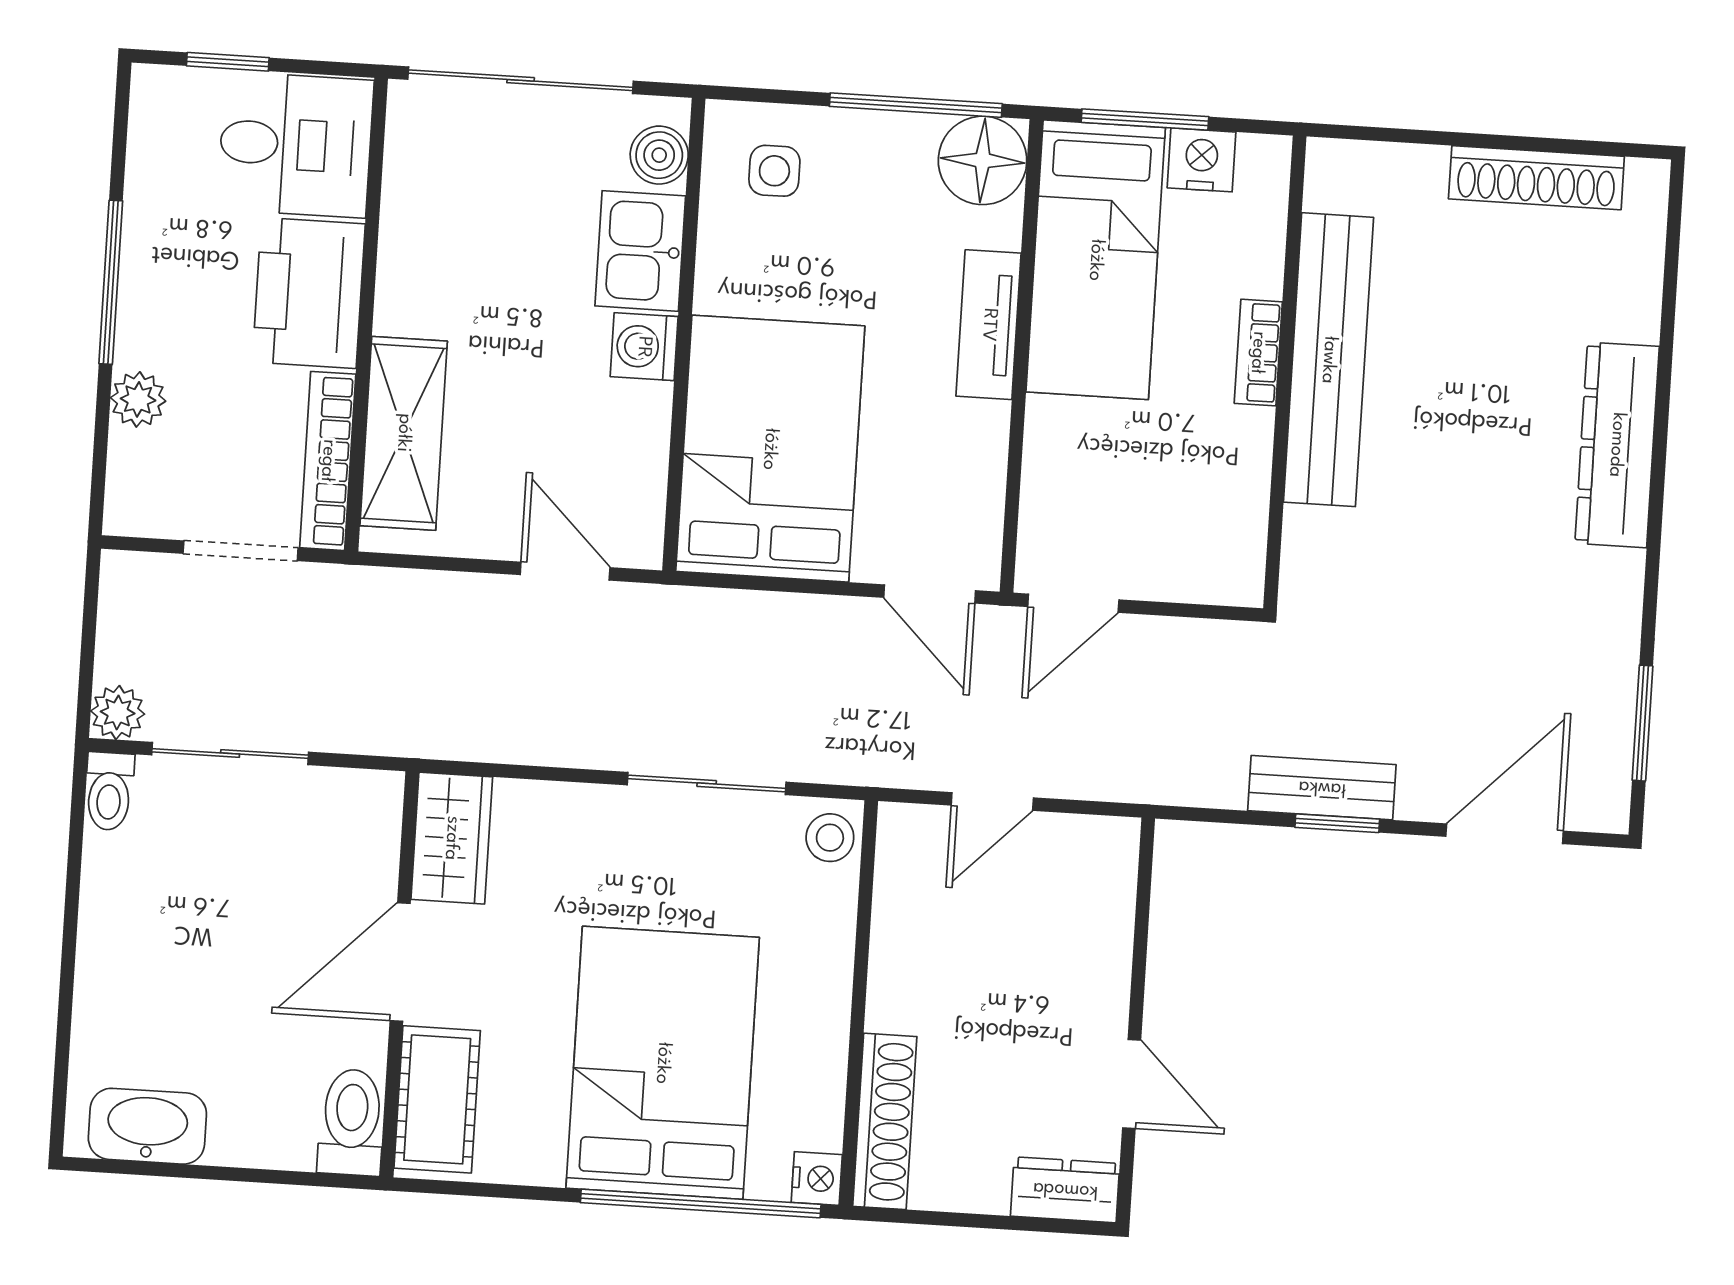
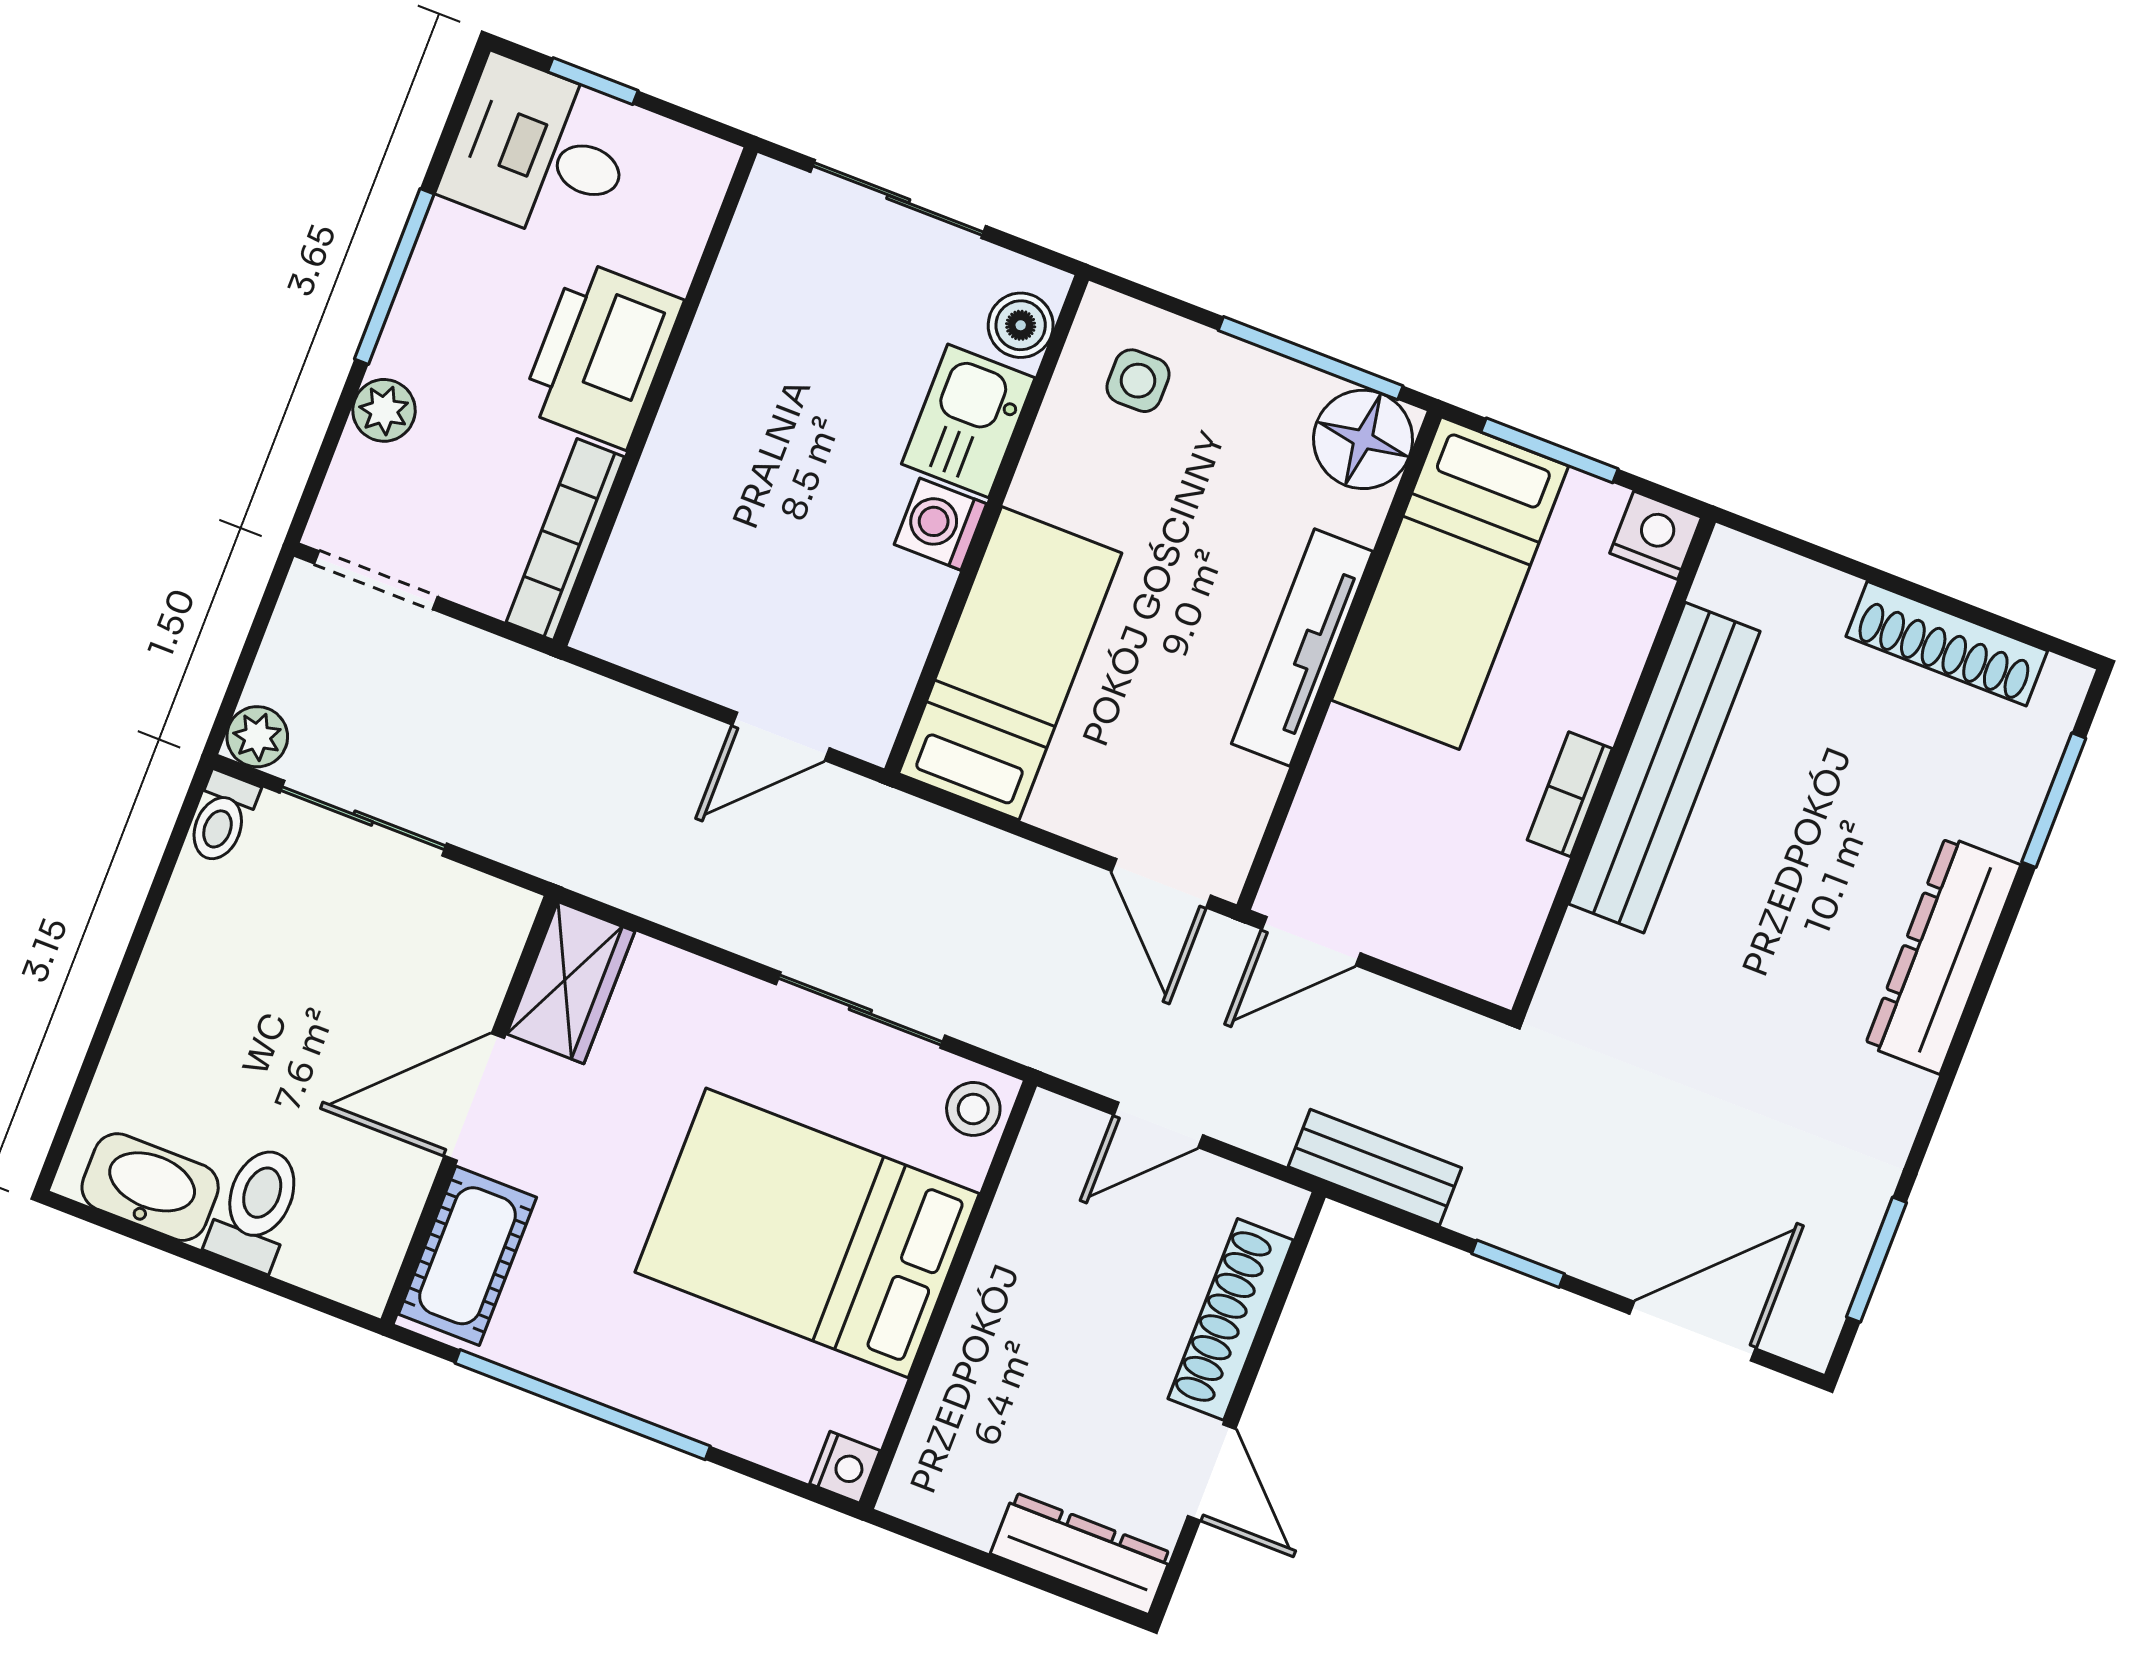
sliding door: (521, 80) -> (898, 199), width x0.73
desk: (295, 145) -> (540, 152), moved, turned 180
nightstand: (1202, 160) -> (1656, 535), moved
window: (1670, 283) -> (2054, 800), added
tv unit: (989, 325) -> (1302, 647), width x1.41
bookcase: (1258, 353) -> (1570, 794), moved
shelving: (404, 433) -> (655, 536), removed
bed: (770, 449) -> (1010, 663), width x0.67
doorway: (241, 551) -> (376, 580), moved
door: (565, 571) -> (781, 736), swing flipped
bench: (1322, 788) -> (1375, 1167), moved
bed: (663, 1063) -> (807, 1233), moved, turned -90
shoe rack: (885, 1121) -> (1231, 1319), moved, turned 180
toilet: (351, 1122) -> (256, 1208), moved
dresser: (1065, 1190) -> (1081, 1553), width x1.44
window: (701, 1203) -> (583, 1405), moved

